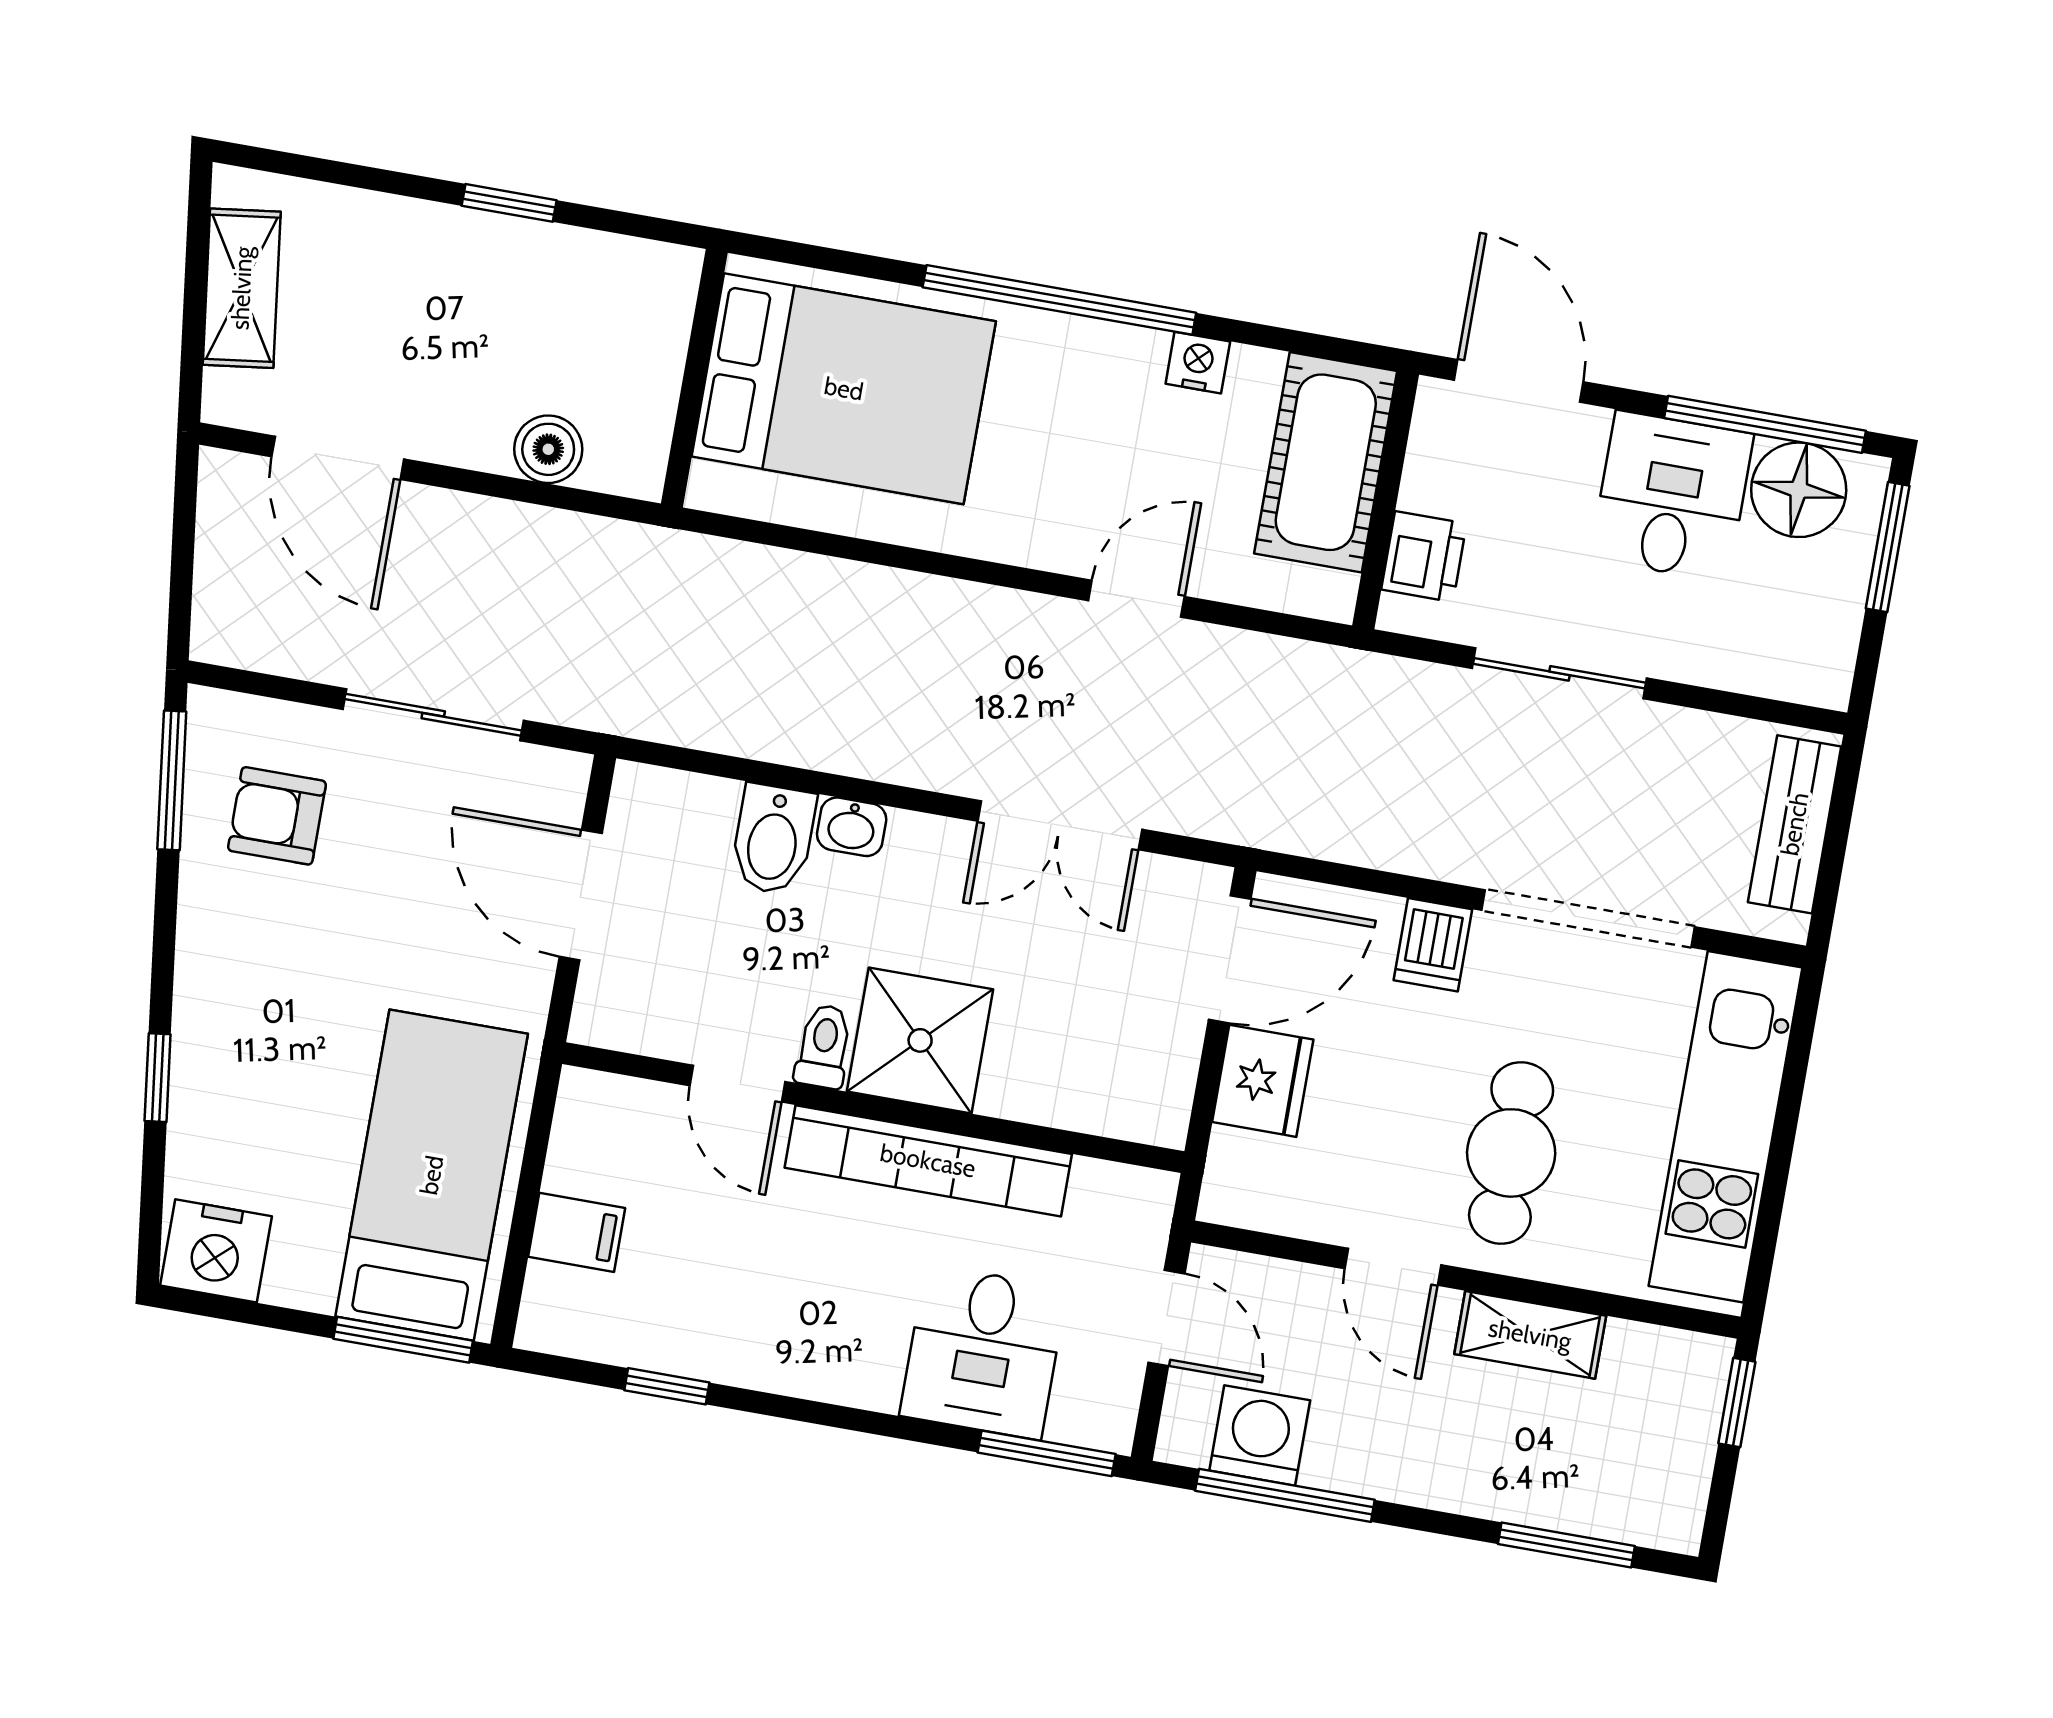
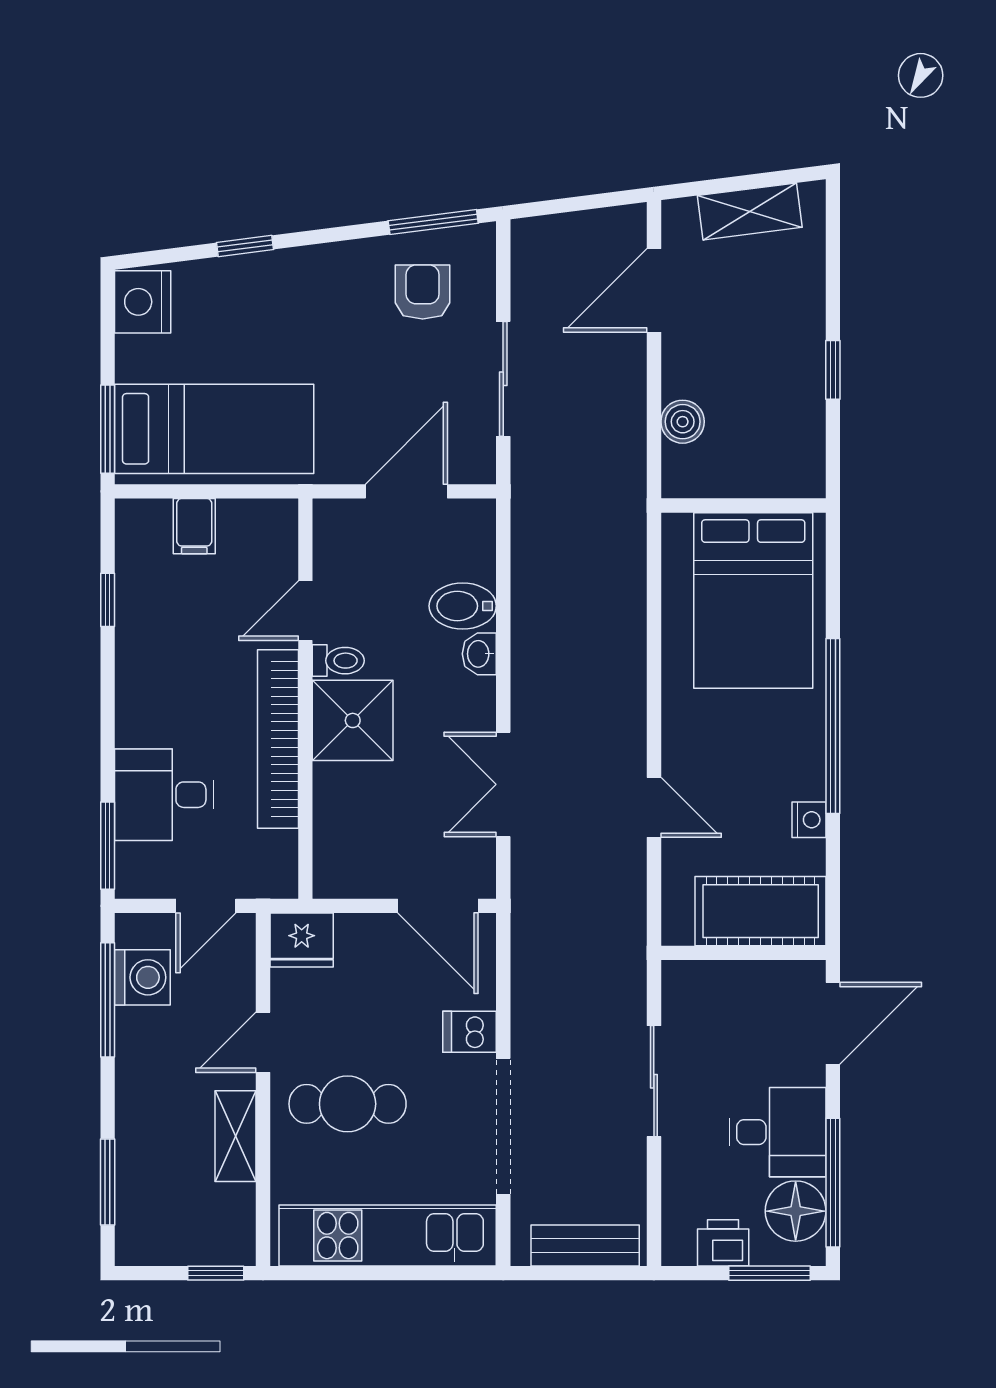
printer: (1424, 557) -> (723, 1243), moved, turned 180
fridge: (1263, 1081) -> (302, 940), moved

